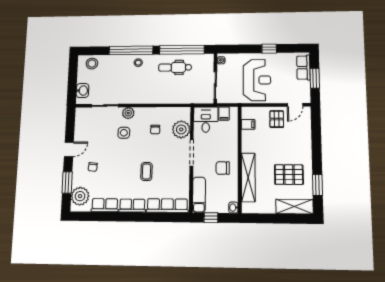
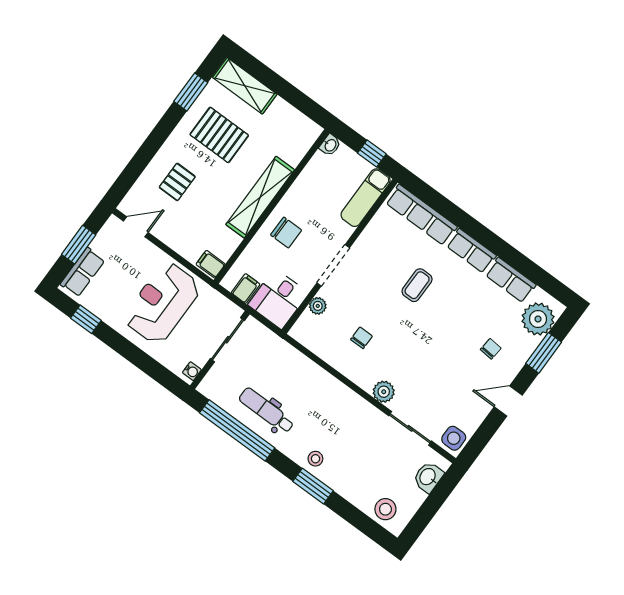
window: (269, 49) -> (86, 319), moved
window: (131, 50) -> (313, 486), width x0.47
dental chair: (175, 67) -> (266, 410), turned 180
pallet: (277, 119) -> (177, 182), moved
filing cabinet: (248, 124) -> (211, 264), moved
plant: (181, 129) -> (318, 306), width x0.53, depth x0.53
side table: (124, 133) -> (454, 438), moved
chair: (223, 168) -> (286, 233), moved
shelving: (248, 177) -> (260, 197), moved

